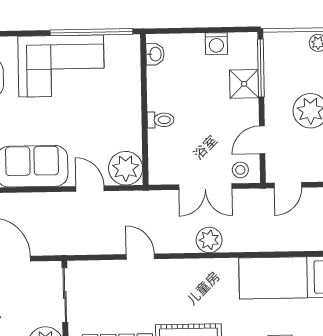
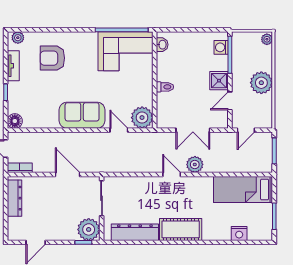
washing machine: (216, 44) -> (221, 47), moved, turned 90
corner sofa: (61, 66) -> (126, 51), moved
shower: (244, 84) -> (219, 81), moved
stool: (240, 170) -> (216, 120), removed
door: (140, 257) -> (172, 174), moved

